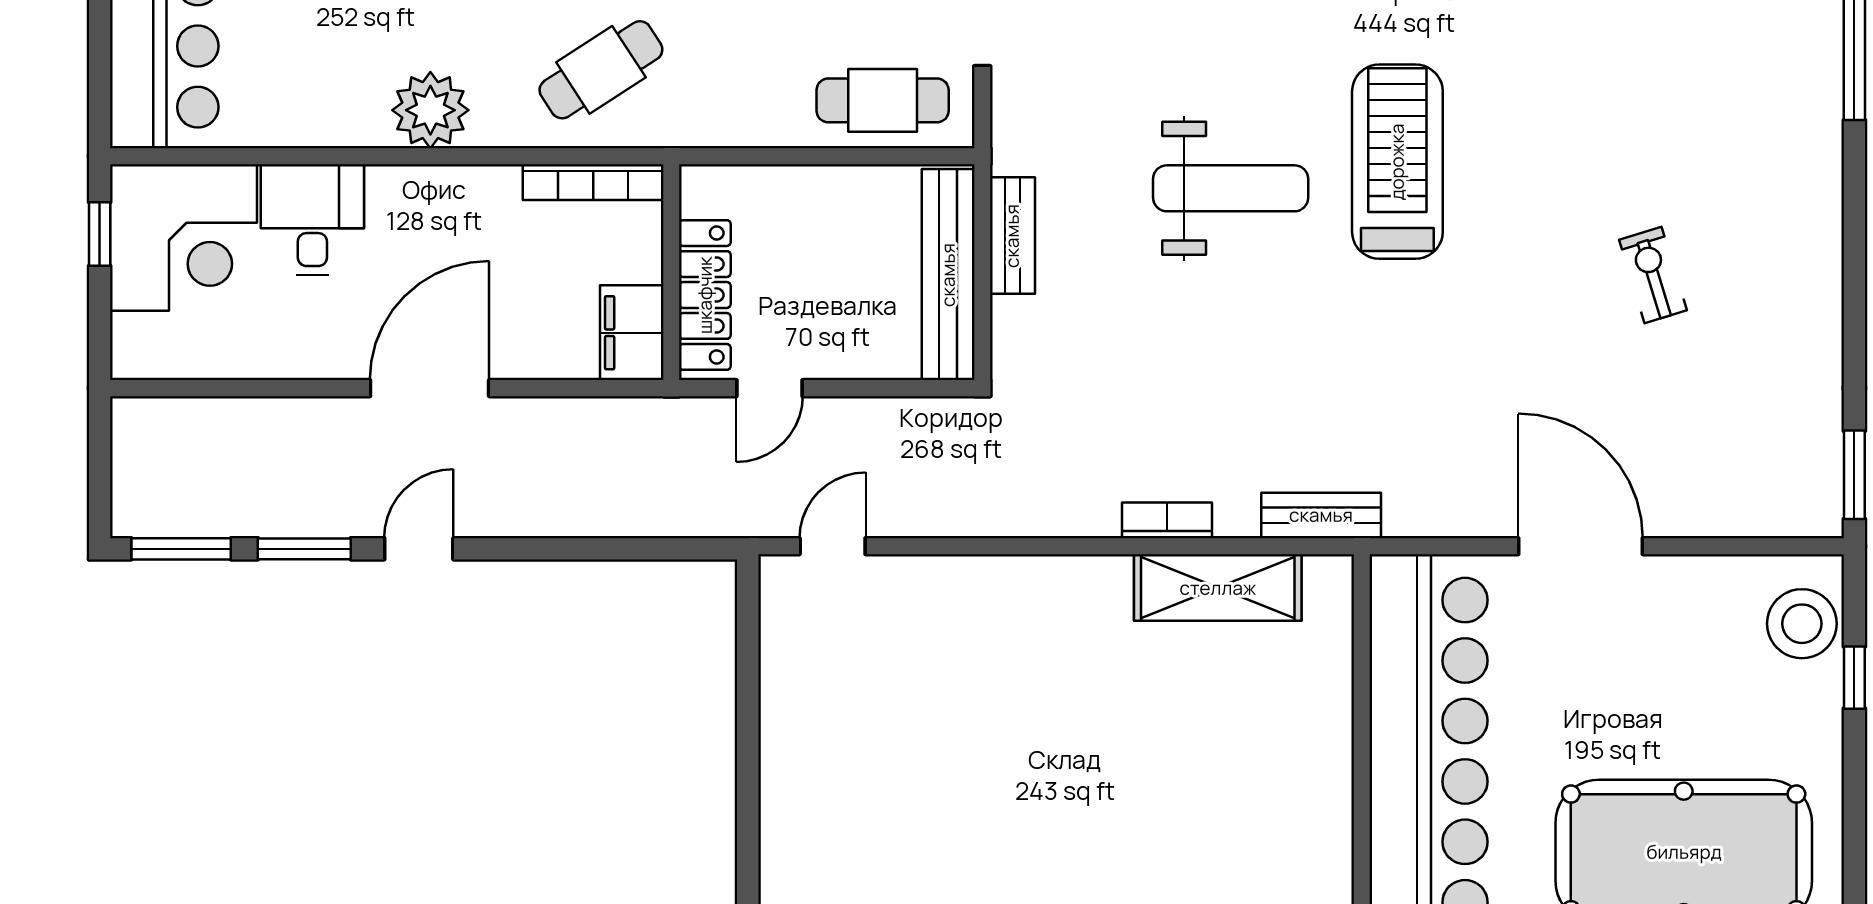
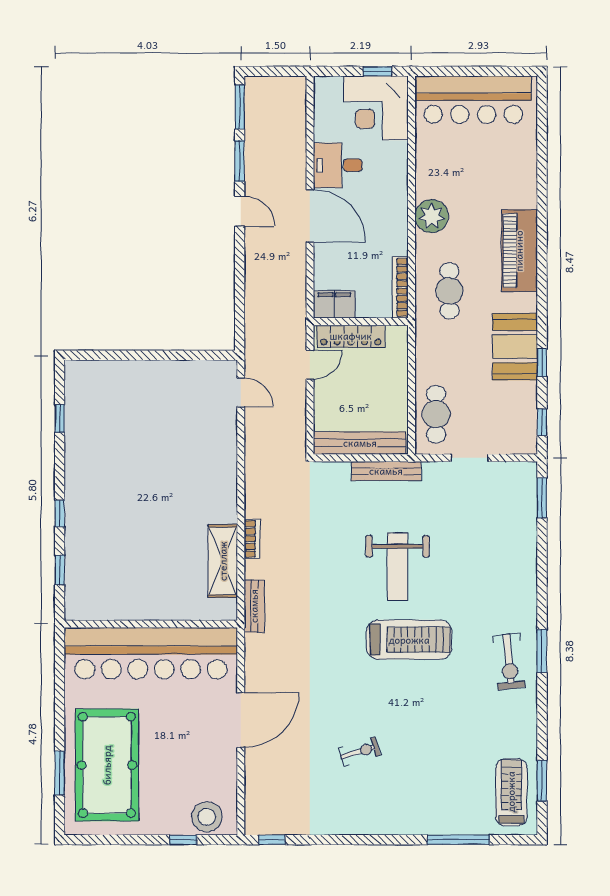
cafe table: (601, 70) -> (449, 291), turned 33
desk: (312, 220) -> (338, 165), moved, turned 180
bench: (1012, 236) -> (386, 471), width x1.36
door: (770, 388) -> (310, 365), swing flipped
window: (1854, 475) -> (272, 840), width x0.67

